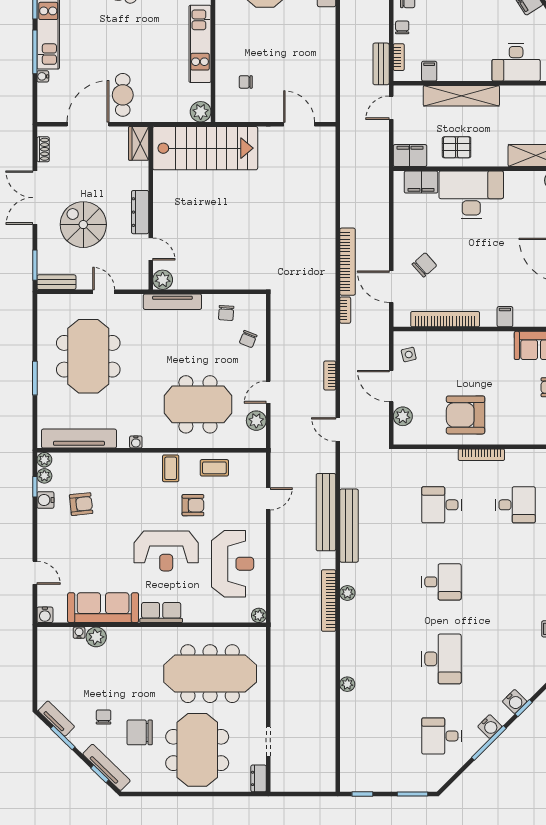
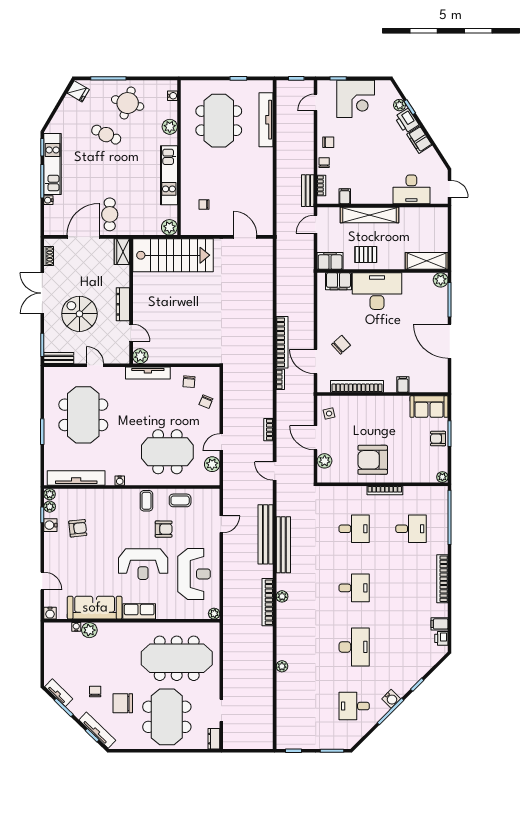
desk: (441, 505) -> (354, 529), turned 180
water cooler: (515, 701) -> (410, 680), removed

